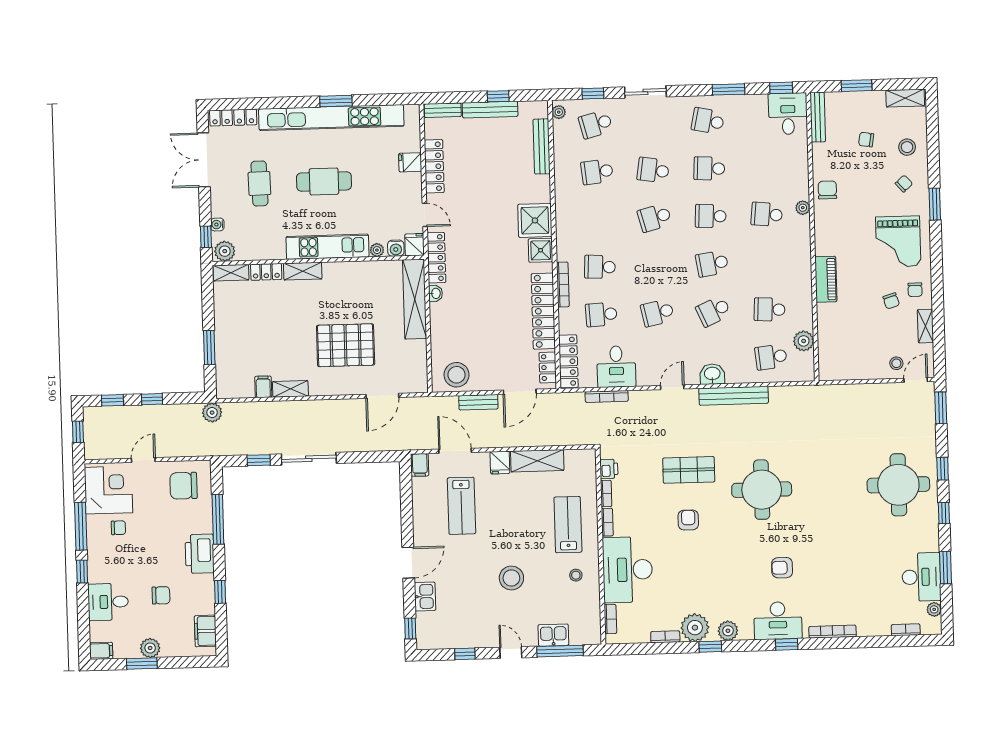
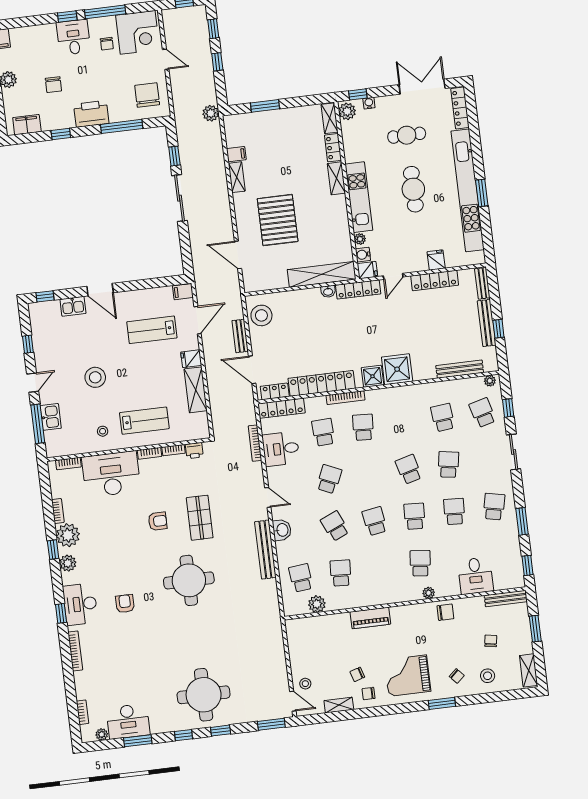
desk: (788, 114) -> (476, 576), moved, turned 90
school desk: (657, 313) -> (329, 479), turned 36
desk: (108, 602) -> (73, 37), moved

